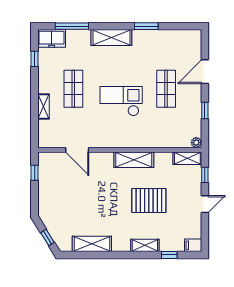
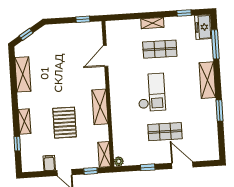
shelving: (44, 107) -> (152, 23), moved
filing cabinet: (193, 245) -> (49, 163), moved

